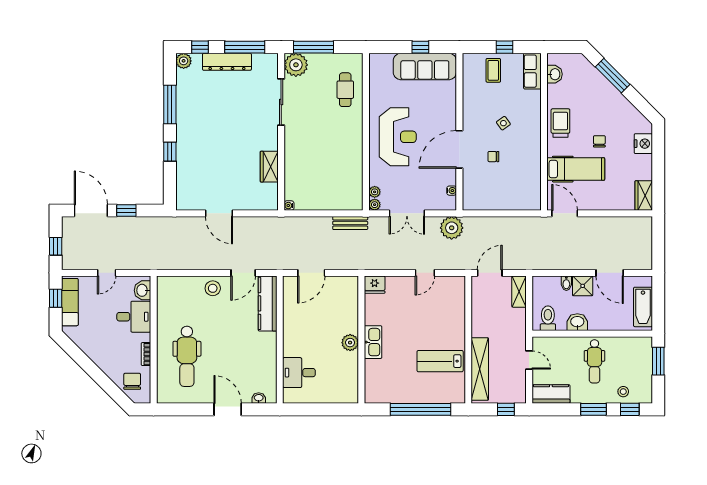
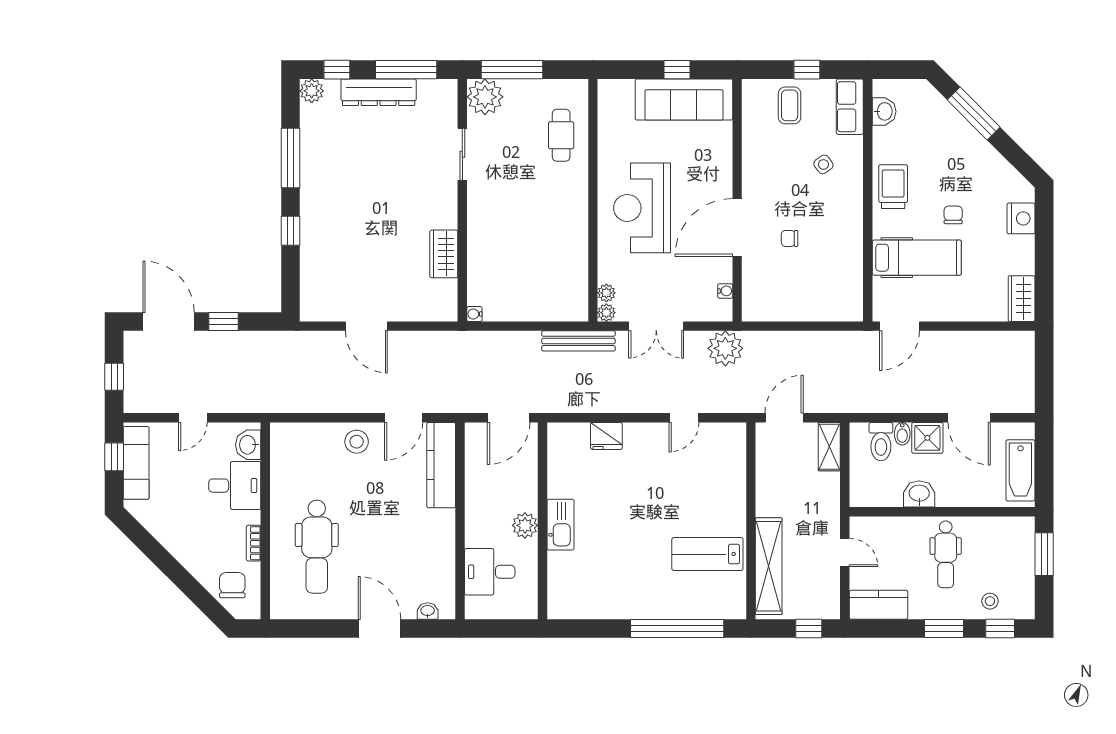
sliding door: (281, 102) -> (462, 154), width x0.73
side table: (503, 123) -> (823, 164), moved
reception desk: (398, 137) -> (642, 208), turned 180
door: (565, 213) -> (900, 326), swing flipped
bench: (350, 223) -> (578, 341), width x1.36
toilet: (548, 318) -> (881, 442), moved, turned 180
wall: (361, 340) -> (542, 521), moved
kitchen sink: (373, 342) -> (560, 525), moved
plant: (350, 343) -> (525, 525), moved

